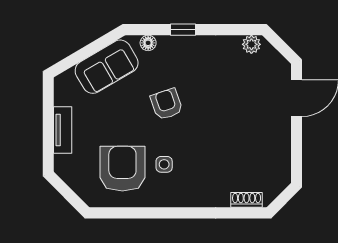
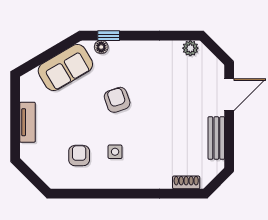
window: (183, 30) -> (109, 36), moved
bench: (282, 148) -> (216, 138), added
armchair: (122, 169) -> (79, 156), width x0.53, depth x0.53

